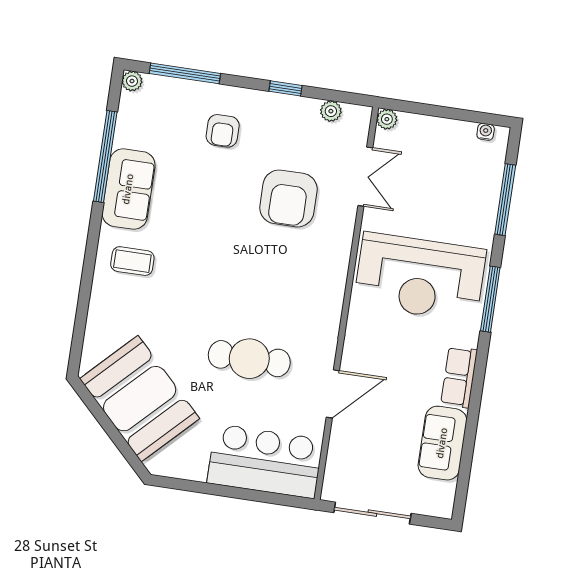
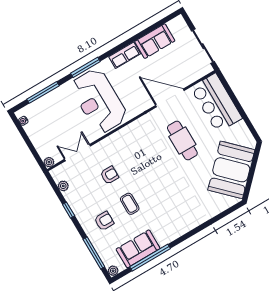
sofa: (128, 189) -> (138, 249), moved
armchair: (288, 198) -> (109, 175), width x0.53, depth x0.53
coffee table: (132, 261) -> (130, 204), moved
reception desk: (420, 277) -> (99, 101), turned 180
door: (333, 394) -> (170, 98), width x1.36

